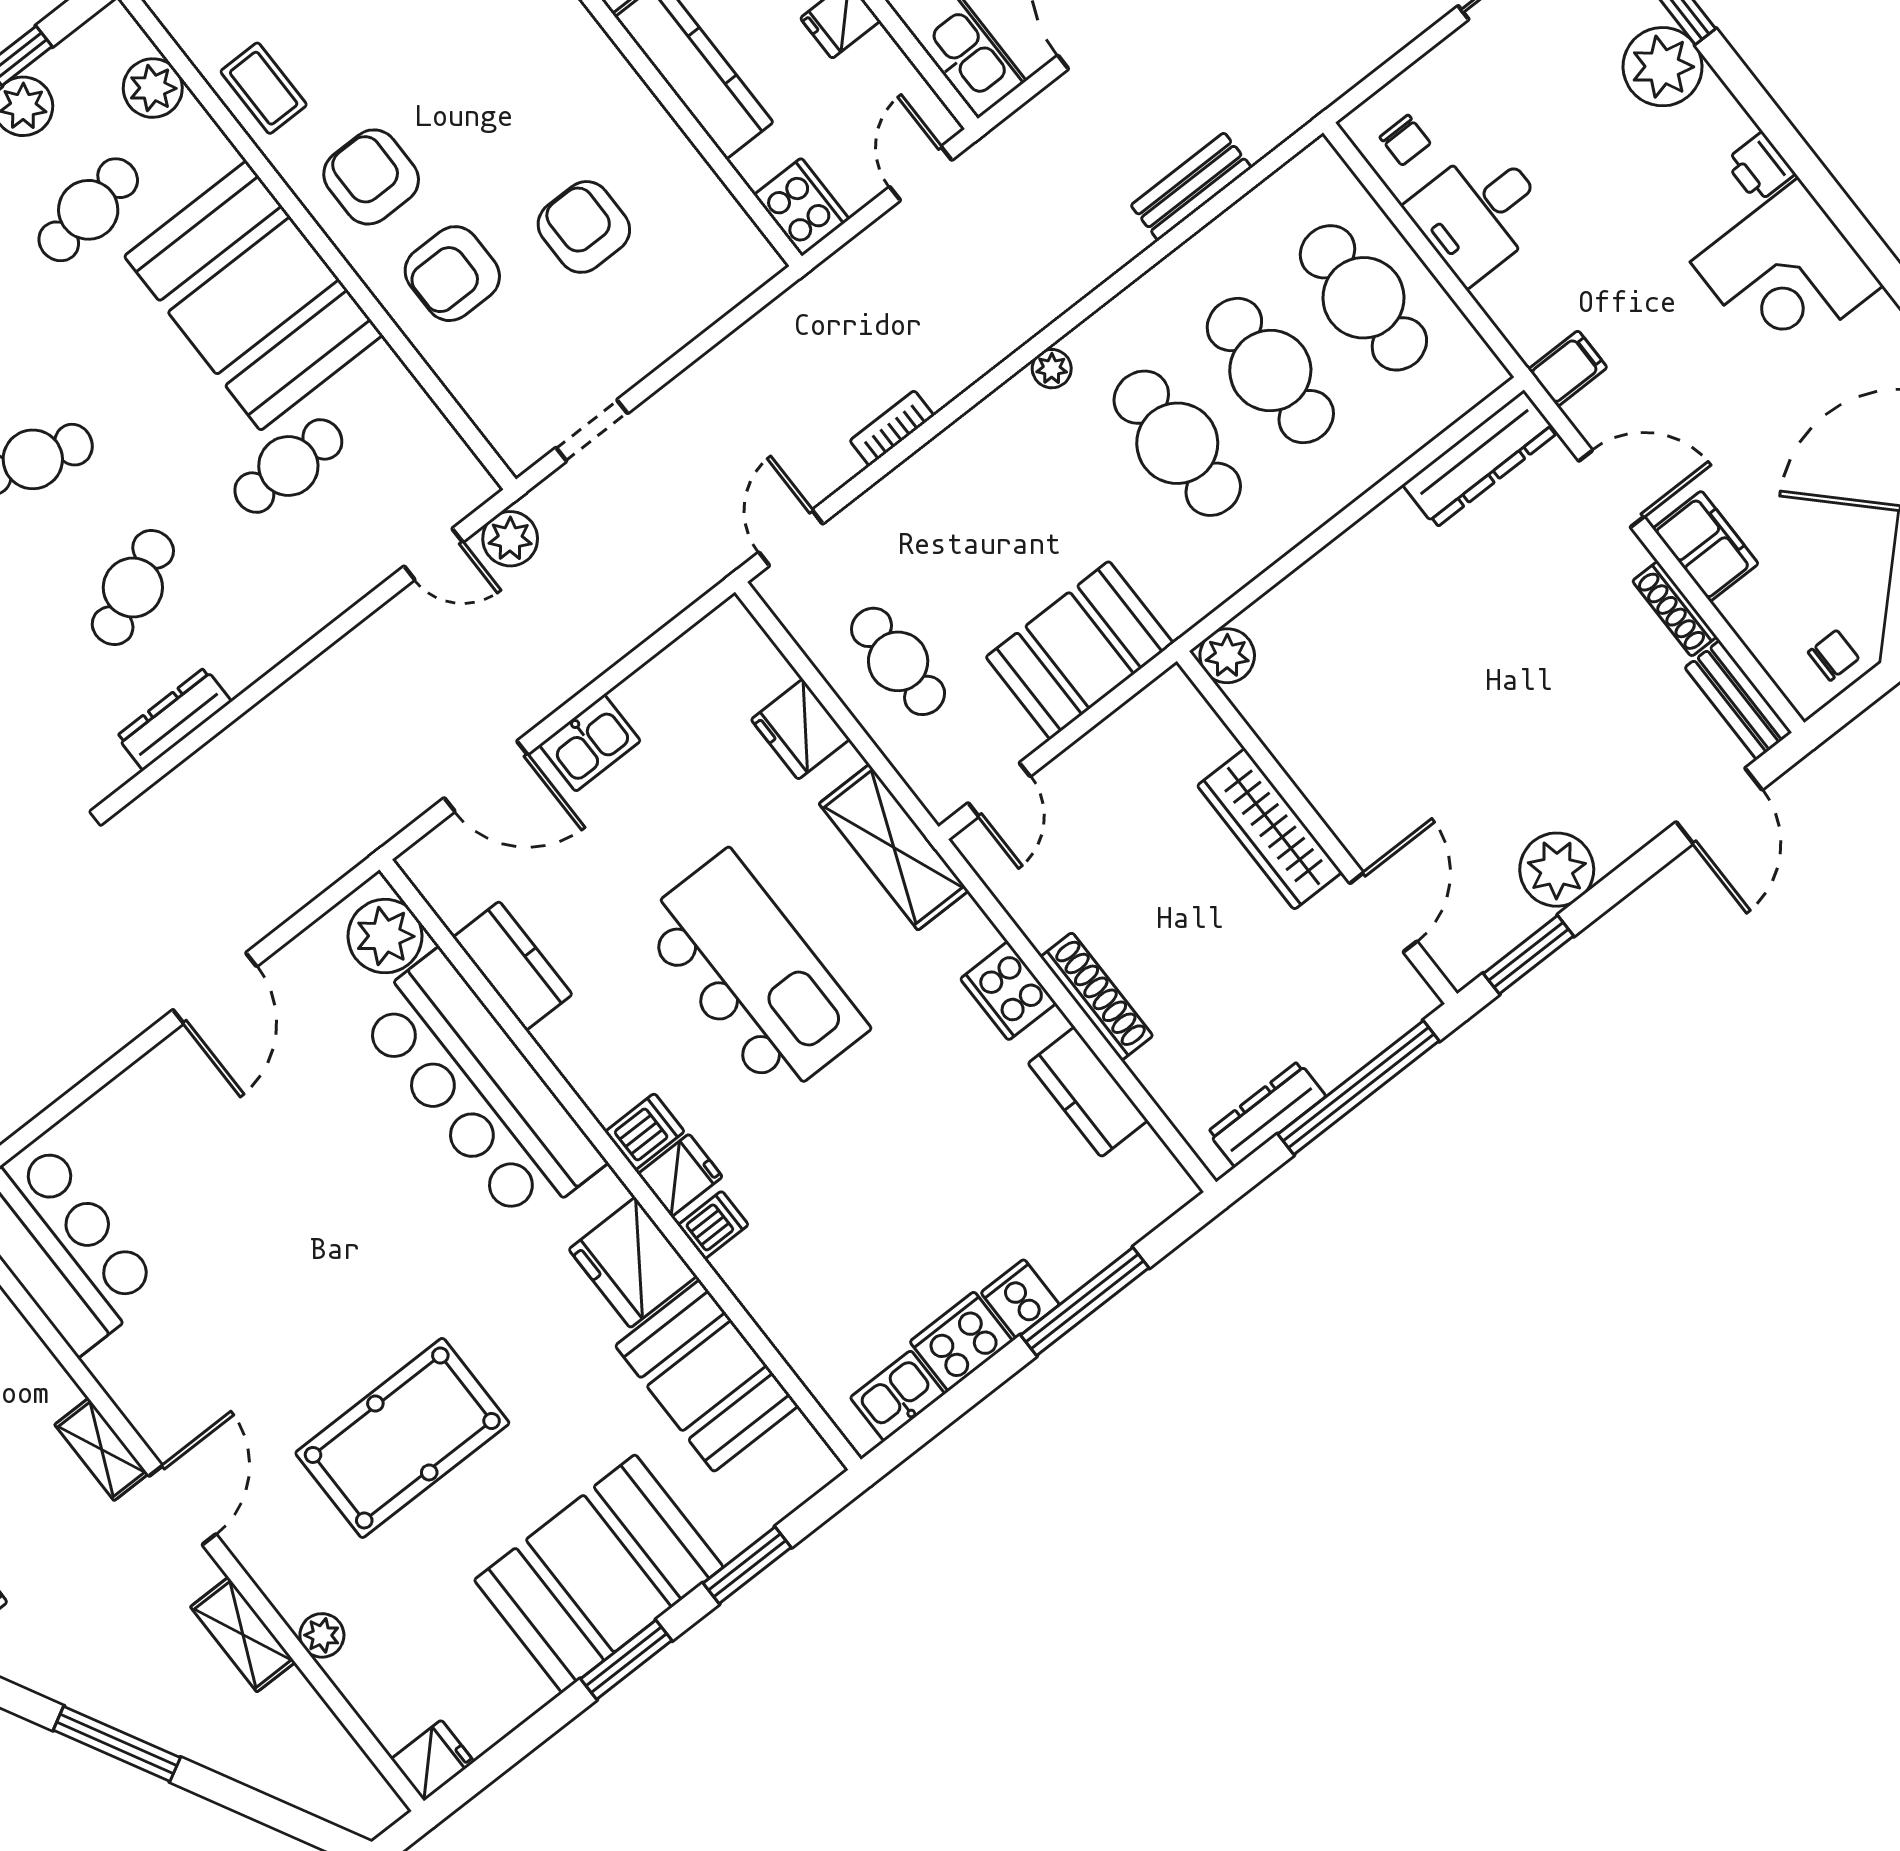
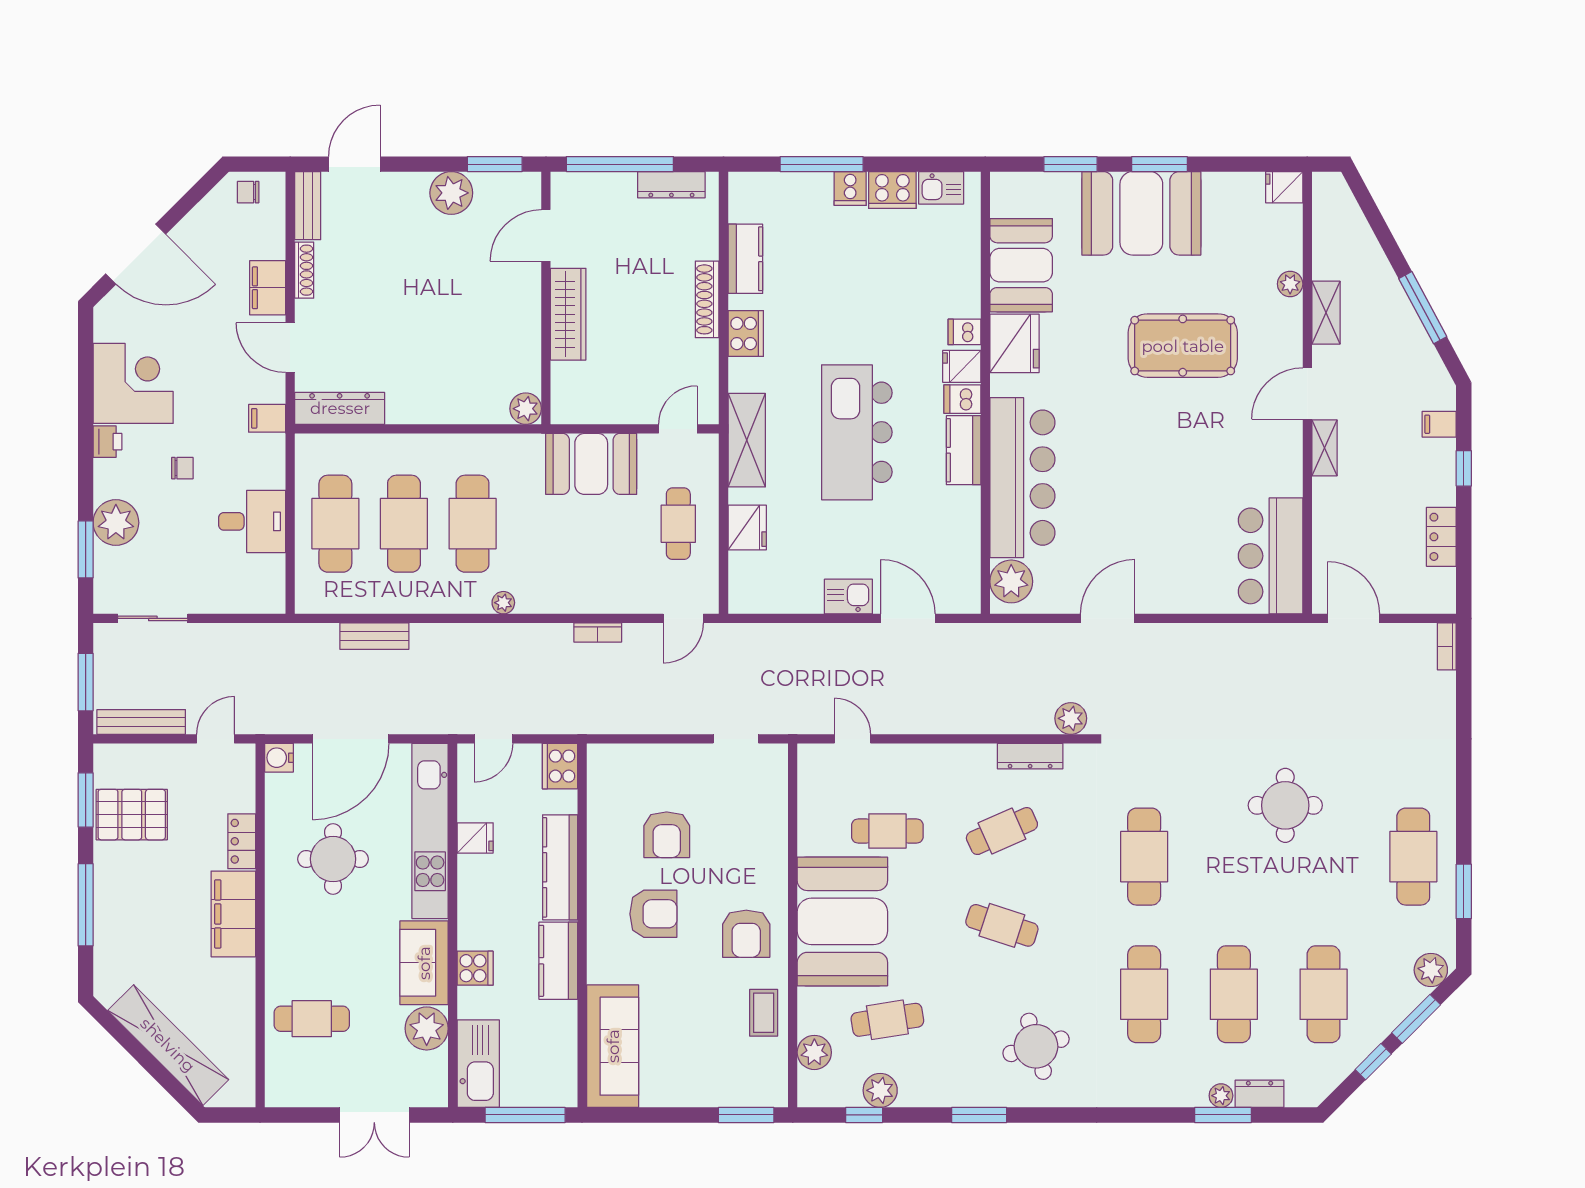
chair: (1405, 140) -> (182, 468), moved, turned 90
armchair: (452, 274) -> (653, 914), moved
plant: (510, 539) -> (1071, 718), moved
kitchen counter: (513, 966) -> (964, 450), moved

